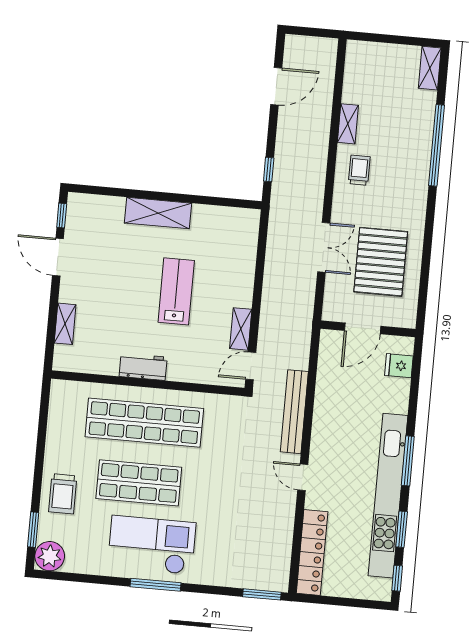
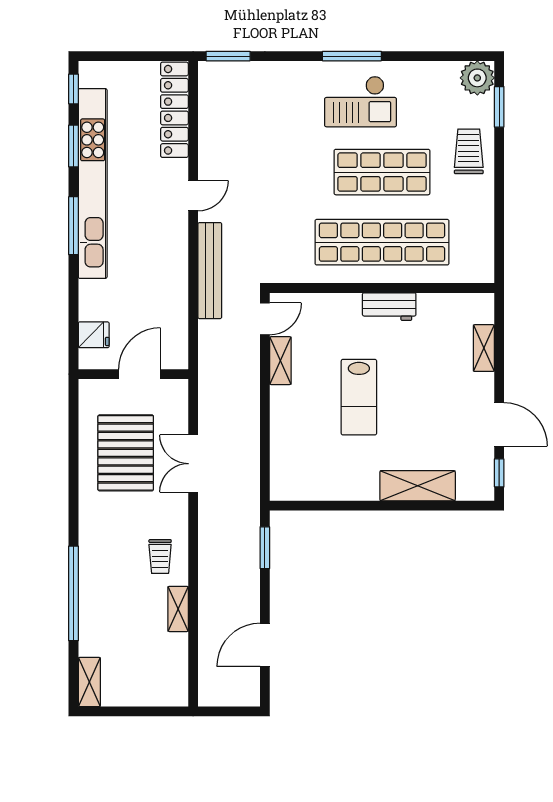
window: (269, 170) -> (265, 548), width x1.50
shelving: (158, 213) -> (418, 486), moved
door: (303, 477) -> (193, 196), hinge flipped
checkout: (152, 545) -> (361, 102), width x0.73, depth x0.83

